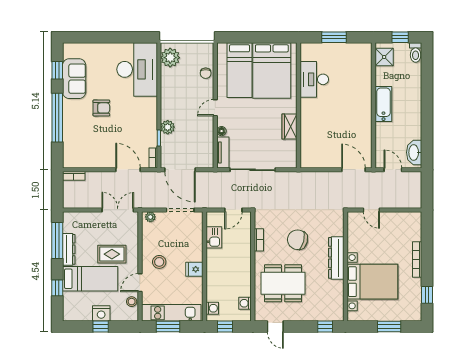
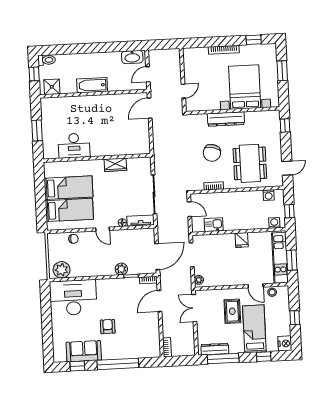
bed: (272, 70) -> (68, 188), width x0.67
dresser: (69, 249) -> (215, 349), moved
stool: (159, 262) -> (237, 270), removed
nightstand: (101, 313) -> (285, 343), moved

